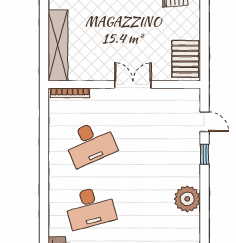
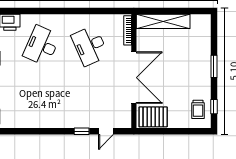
double door: (133, 84) -> (134, 78), width x1.87
plant: (187, 199) -> (48, 118), removed
desk: (90, 208) -> (42, 46), turned 39

